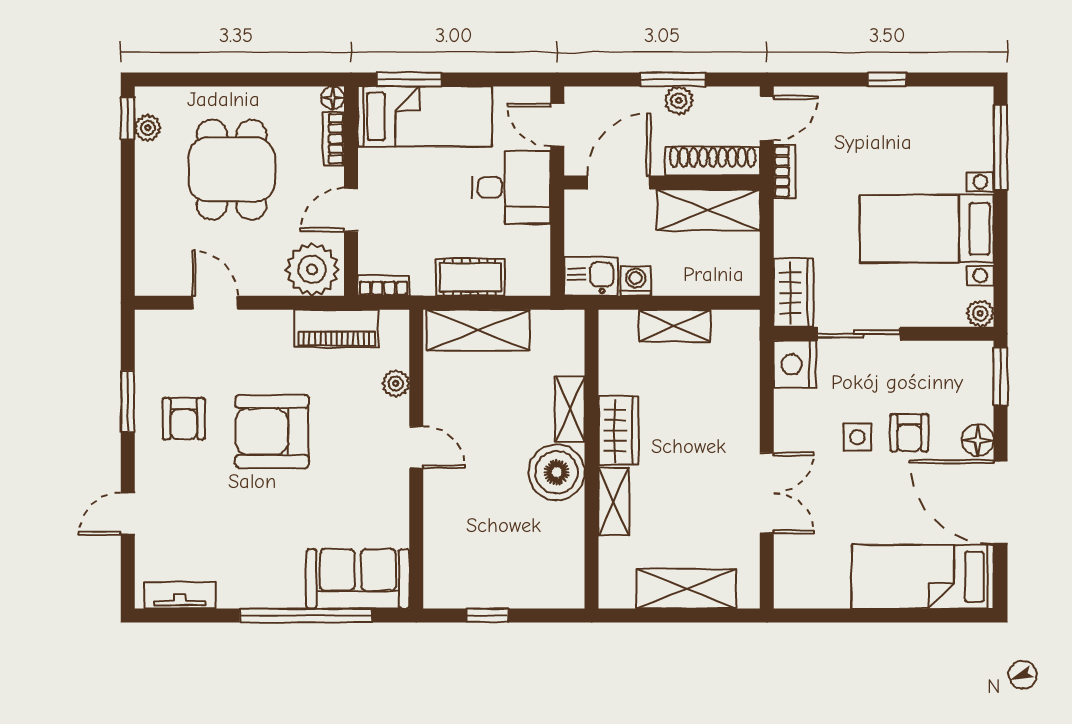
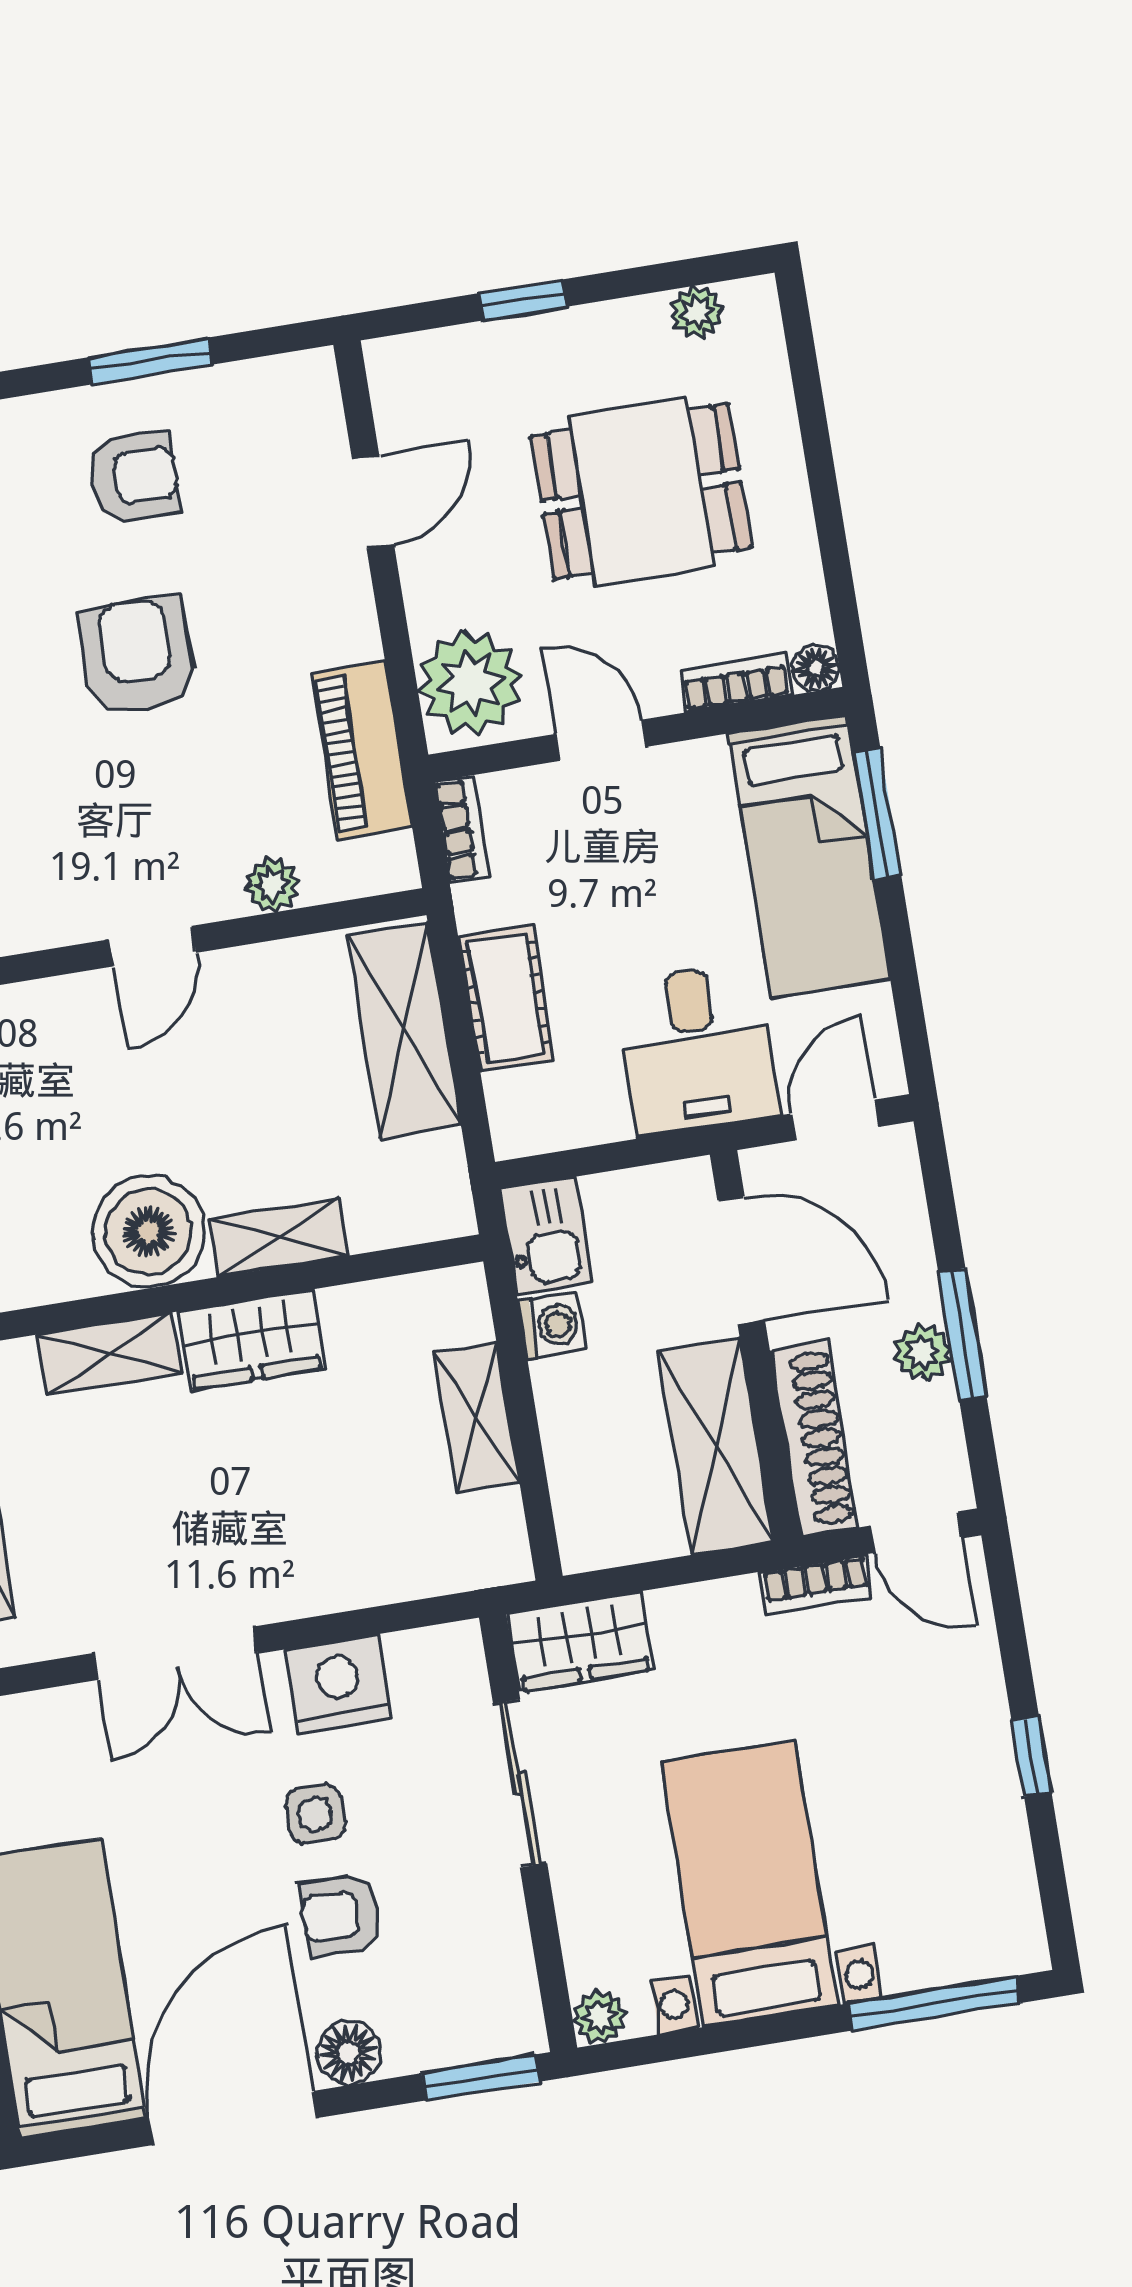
window: (128, 118) -> (522, 300), moved
nightstand: (795, 364) -> (339, 1684), moved
armchair: (184, 419) -> (134, 477), turned 180
armchair: (272, 431) -> (137, 656), width x0.73, depth x0.73

